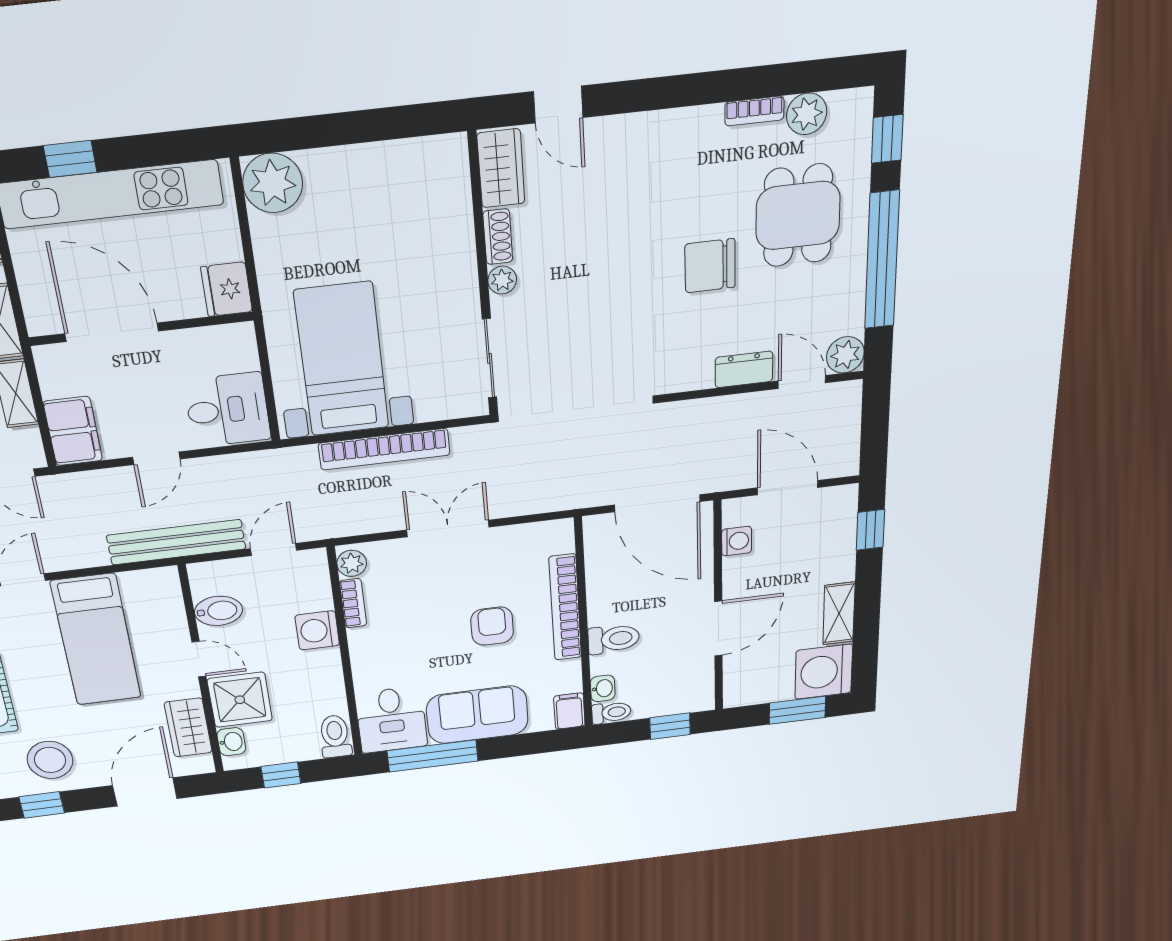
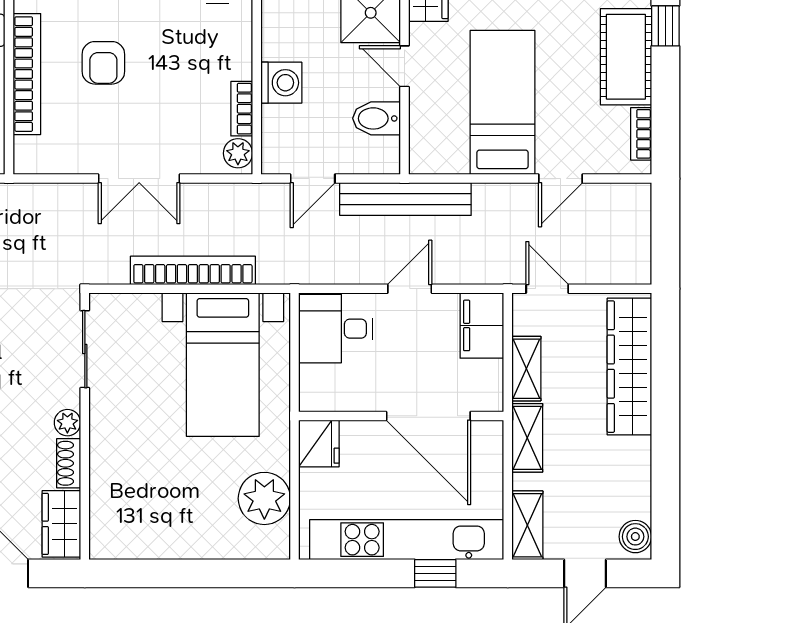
plant: (273, 183) -> (264, 498), moved

